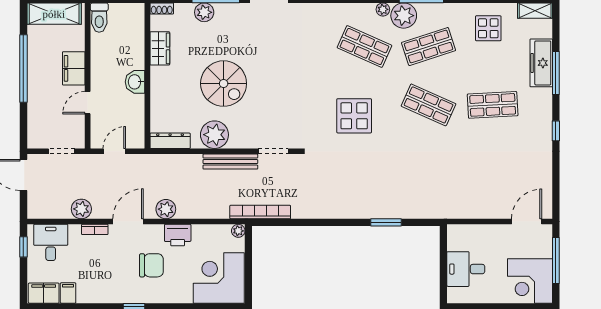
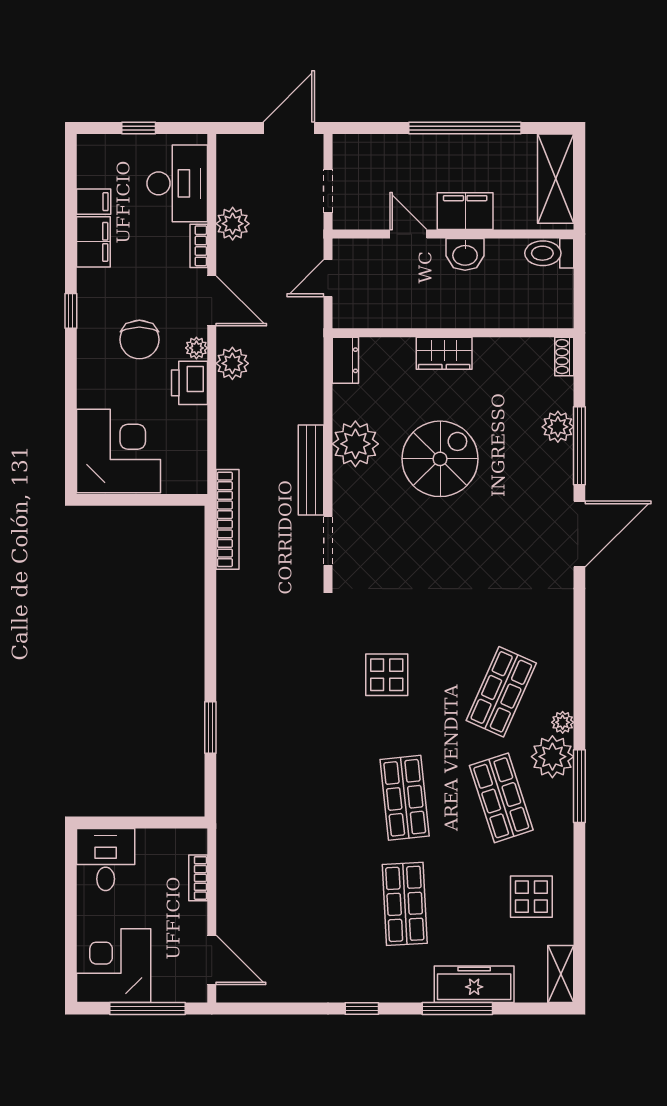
wardrobe: (160, 48) -> (444, 353), moved
washbasin: (135, 82) -> (465, 254), moved, turned 180
spiral stairs: (224, 84) -> (440, 459), turned 180
shop shelf: (429, 105) -> (405, 798), turned -30
display table: (354, 116) -> (387, 675), width x0.73, depth x0.73
dresser: (170, 141) -> (345, 360), width x0.70
door: (114, 151) -> (328, 278), swing flipped
bookcase: (477, 230) -> (198, 878), added
plant: (238, 231) -> (196, 348), moved
desk: (51, 242) -> (177, 183), width x1.37
window: (23, 247) -> (139, 128), moved
desk: (466, 269) -> (106, 860), moved
filing cabinet: (44, 293) -> (93, 242), moved

